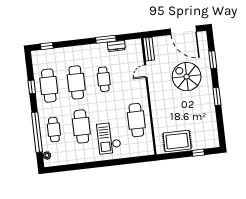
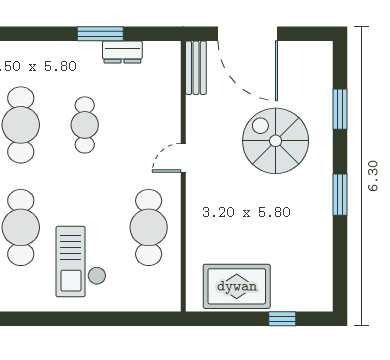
door: (183, 30) -> (248, 34), moved
door: (146, 71) -> (183, 158), moved

